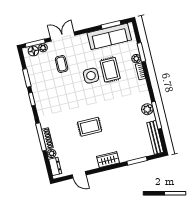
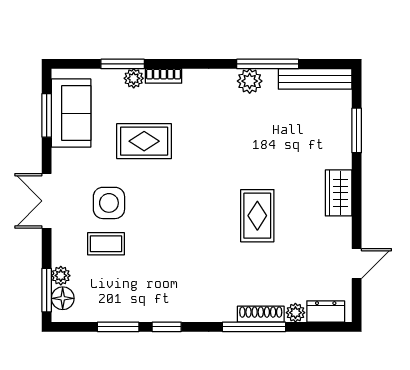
double door: (63, 36) -> (47, 201), moved
sofa: (109, 36) -> (71, 113), width x0.73
side table: (91, 76) -> (109, 203), moved

